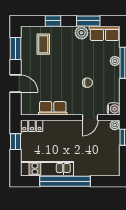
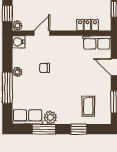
plant: (115, 61) -> (17, 72), moved
row of seats: (53, 108) -> (97, 42), moved
locker: (32, 126) -> (87, 25), moved

